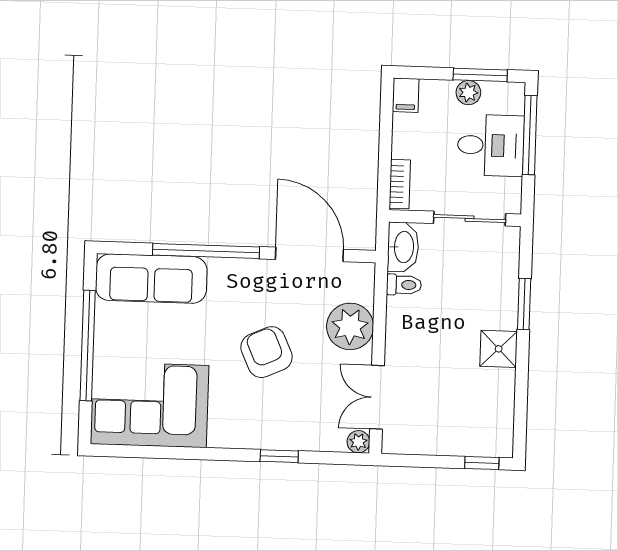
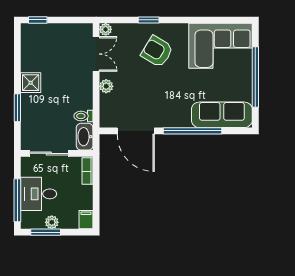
plant: (350, 326) -> (106, 86), width x0.53, depth x0.53
armchair: (266, 352) -> (157, 51), moved, turned 145

